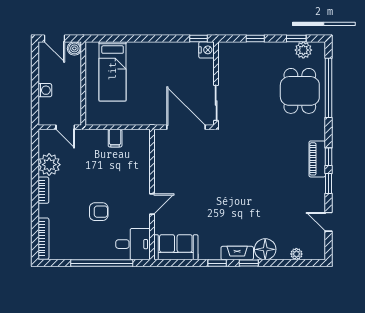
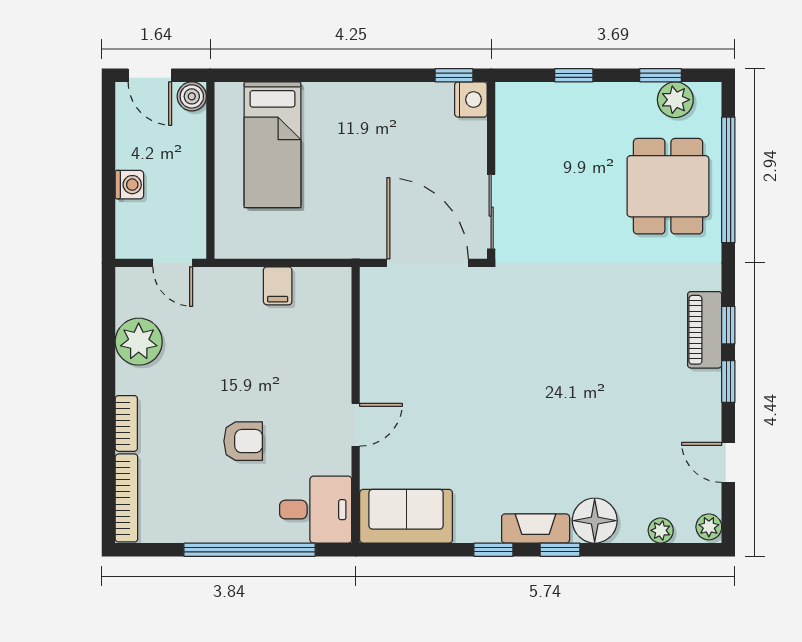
bookcase: (43, 190) -> (126, 423), moved
plant: (319, 252) -> (709, 527), added

